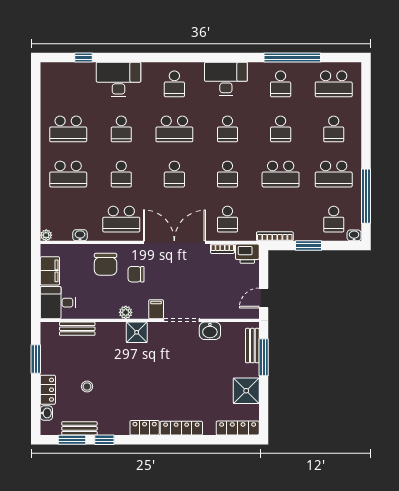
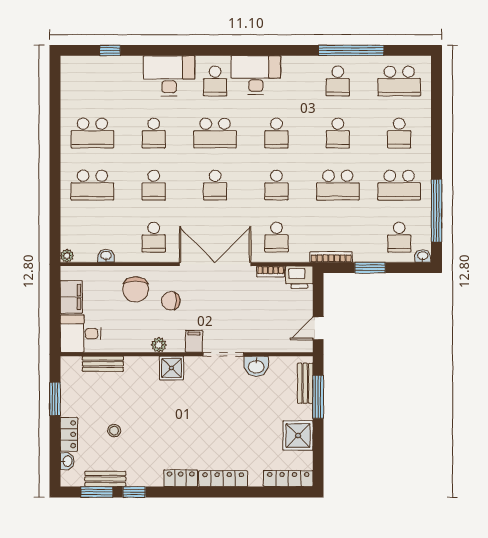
desk: (118, 79) -> (169, 76), moved
desk: (226, 79) -> (256, 75), moved
school desk: (121, 219) -> (154, 237), width x0.54

